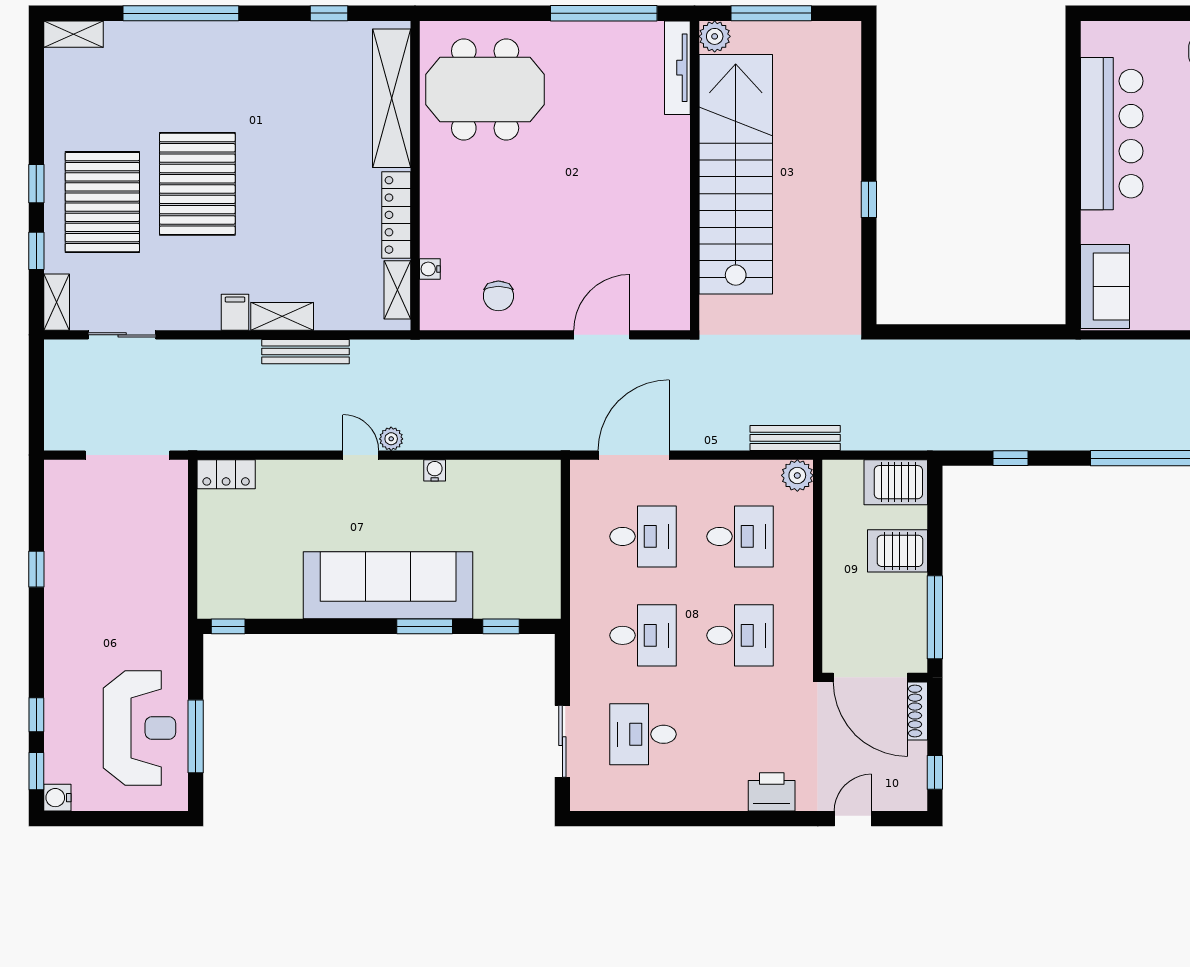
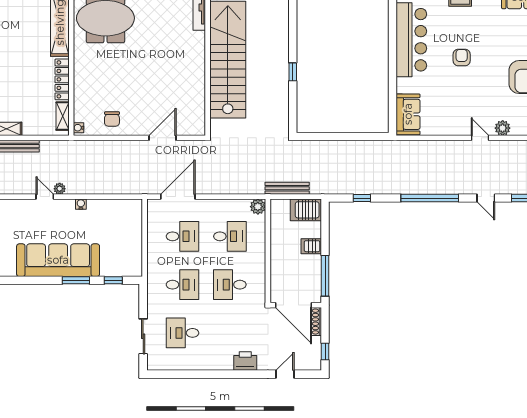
water cooler: (430, 269) -> (78, 128), moved
bench: (795, 438) -> (287, 188), moved
server rack: (898, 551) -> (311, 246), width x0.73, depth x0.70
desk: (740, 635) -> (230, 285), turned 180

